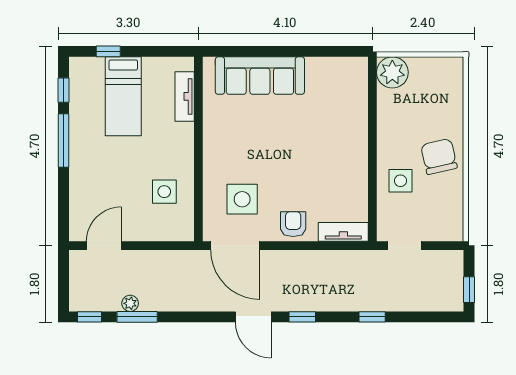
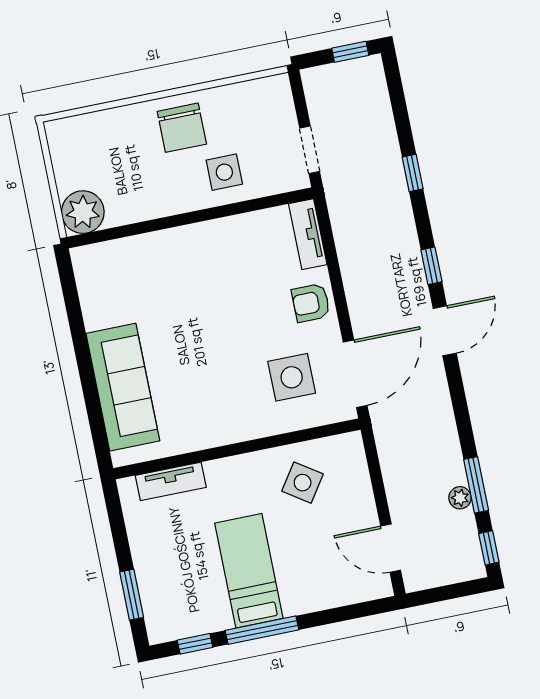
window: (108, 51) -> (132, 595), width x1.50
bed: (123, 96) -> (249, 571), moved, turned -90
chair: (439, 157) -> (182, 128), turned -77
side table: (164, 192) -> (303, 483), turned 34

